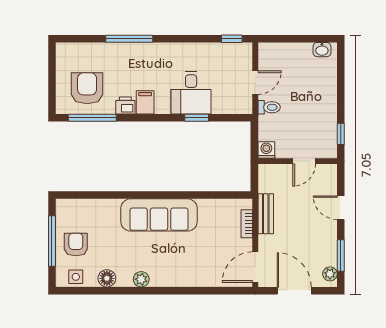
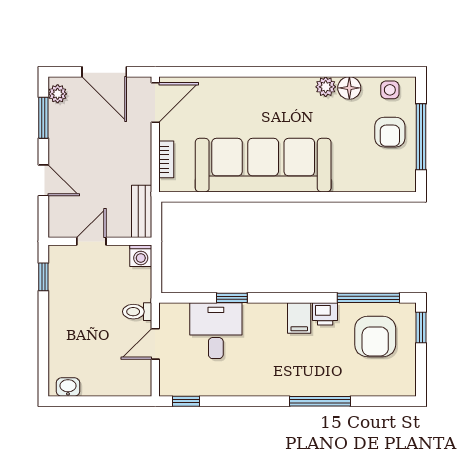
desk: (191, 93) -> (216, 331), moved
window: (52, 95) -> (421, 328), added
bench: (266, 214) -> (142, 211), moved
sofa: (159, 215) -> (263, 165), width x1.36, depth x1.27
plant: (141, 279) -> (326, 87), moved

